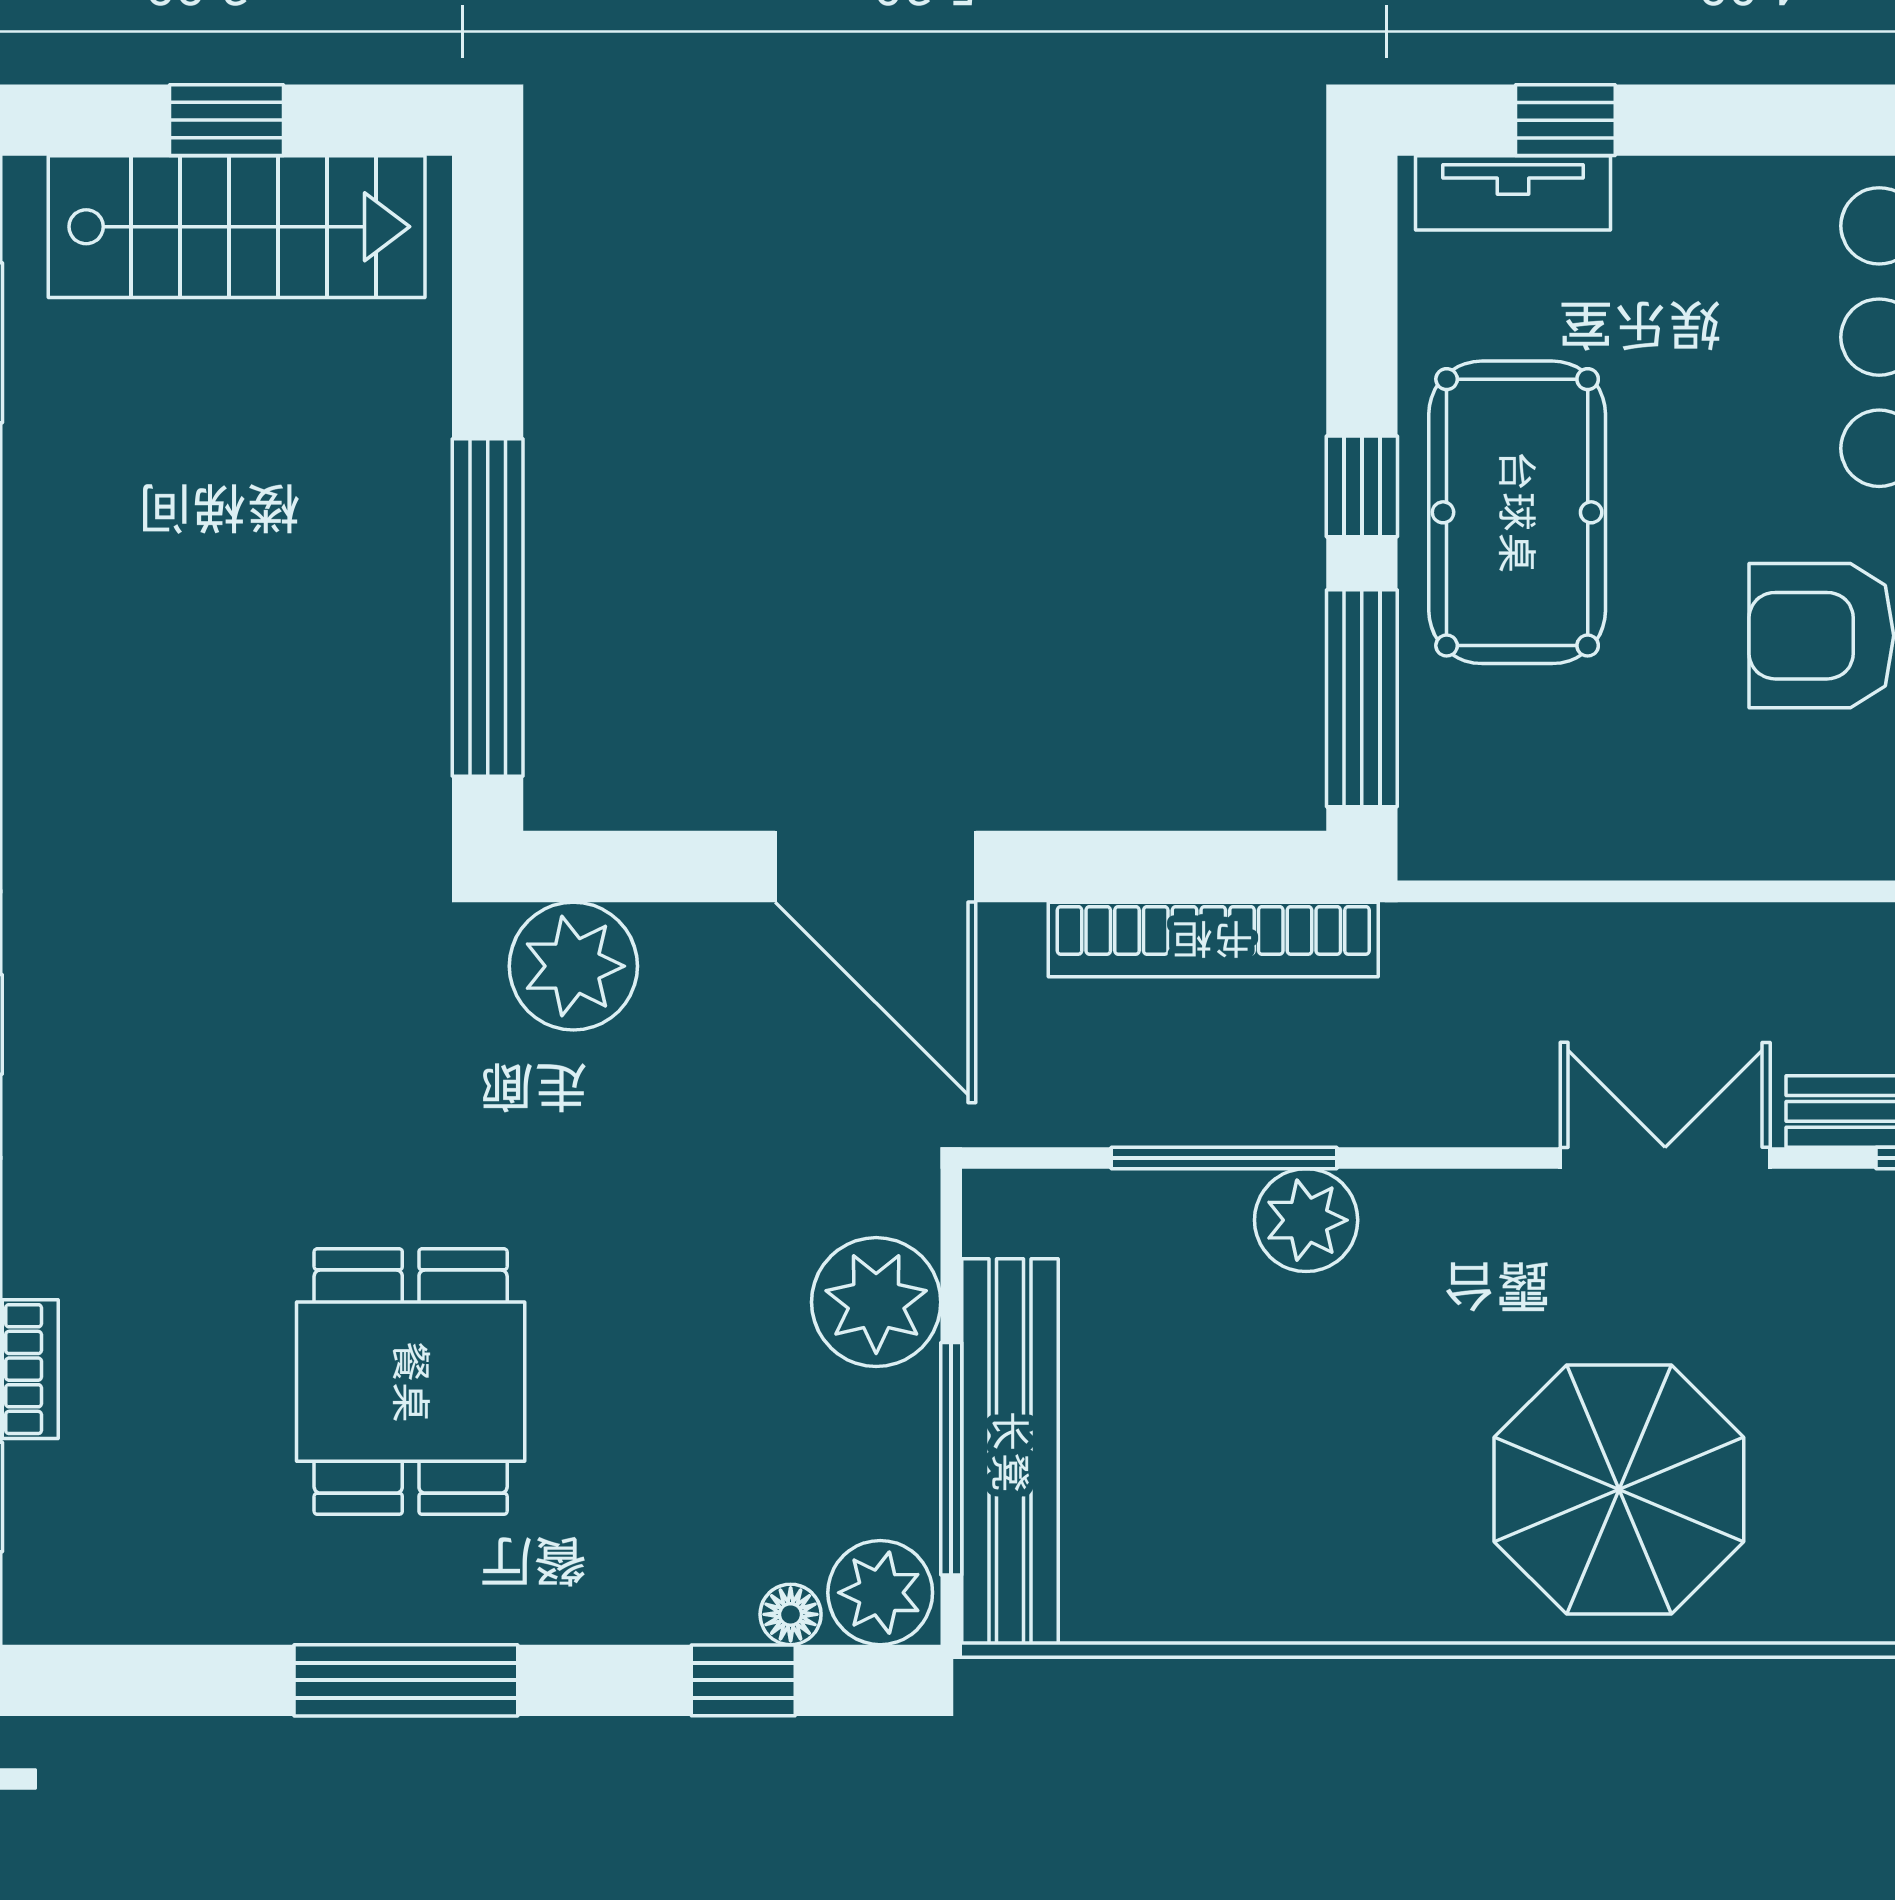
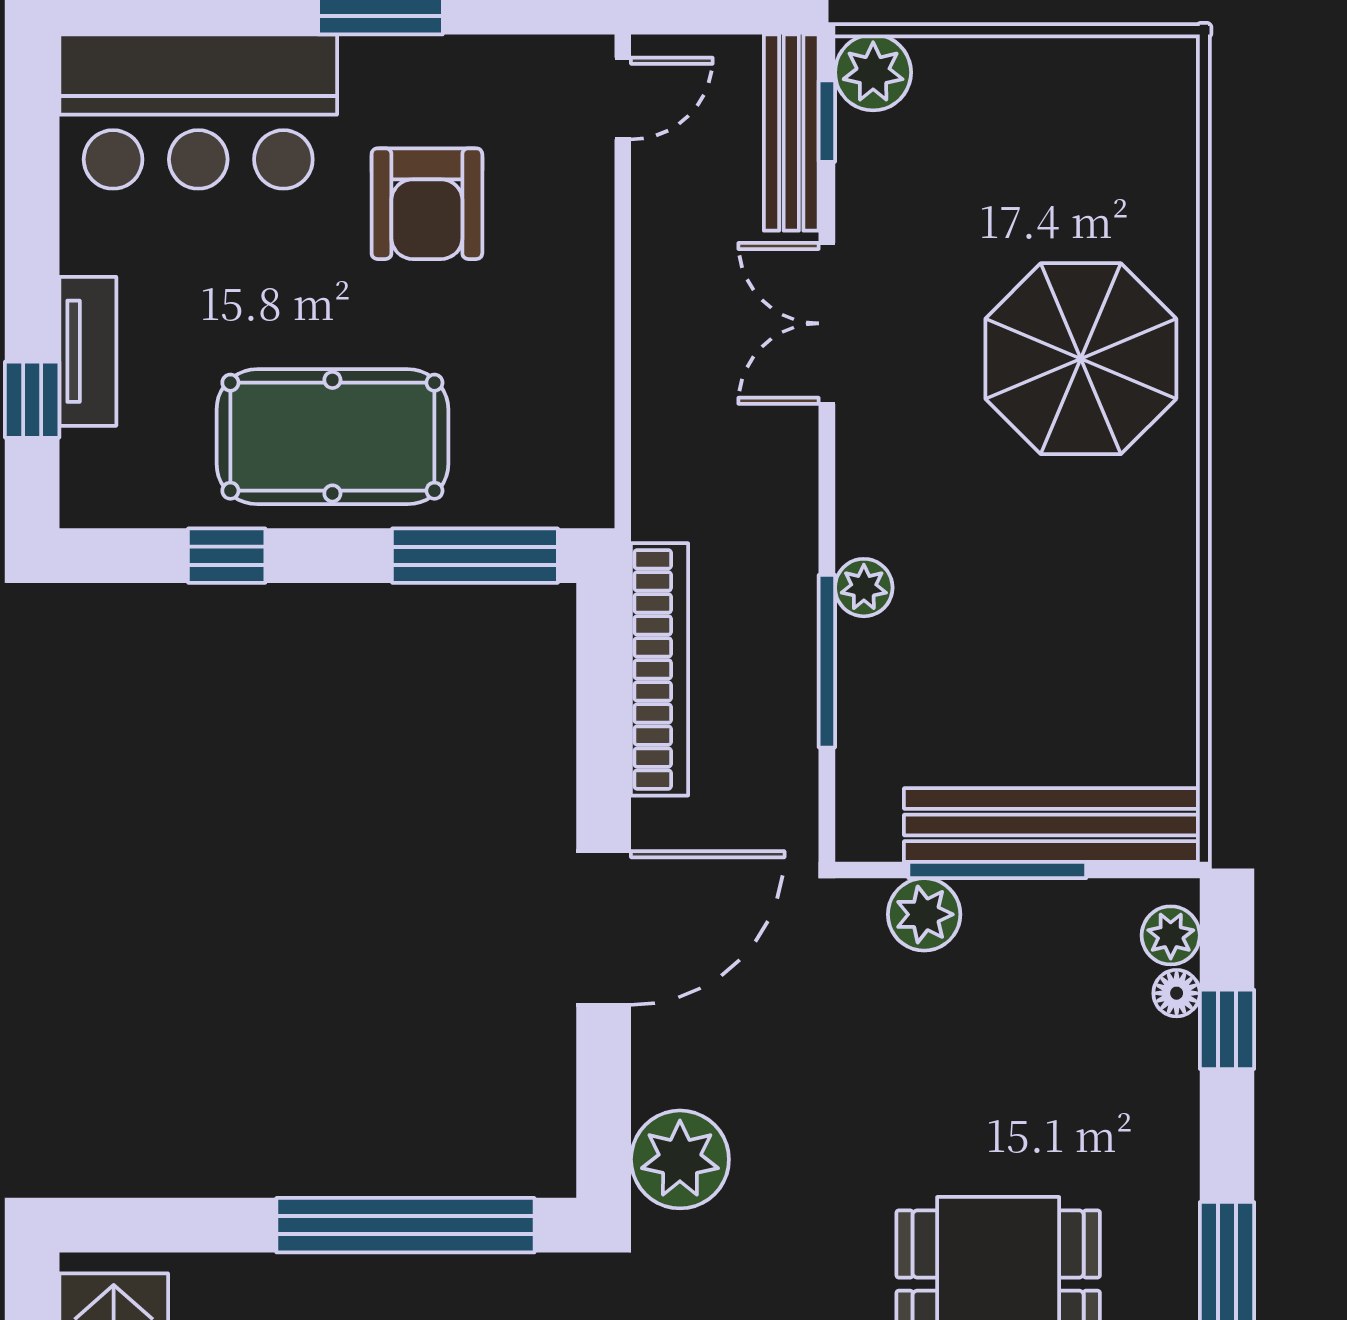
tv unit: (1513, 193) -> (88, 351), moved
window: (1362, 486) -> (227, 556), moved
plant: (1306, 1220) -> (864, 588), width x0.73, depth x0.73
plant: (876, 1302) -> (924, 914), width x0.73, depth x0.73
window: (951, 1459) -> (997, 870), moved
plant: (880, 1593) -> (1171, 935), width x0.73, depth x0.73

